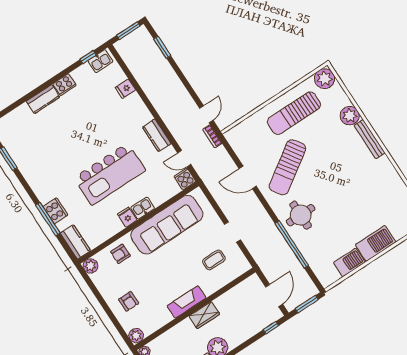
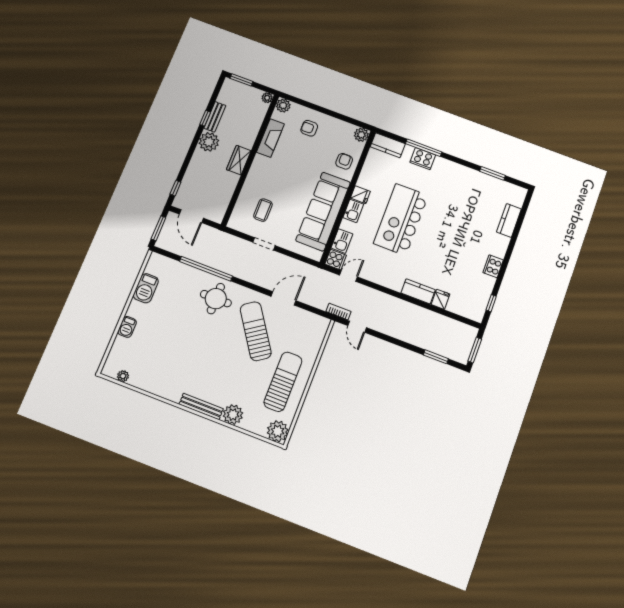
kitchen sink: (100, 61) -> (342, 241), moved, turned 180
kitchen counter: (43, 99) -> (509, 220), moved
kitchen counter: (157, 135) -> (418, 291), moved
barbecue: (376, 243) -> (127, 327), width x0.53, depth x0.65
fireplace: (187, 302) -> (270, 138), moved

